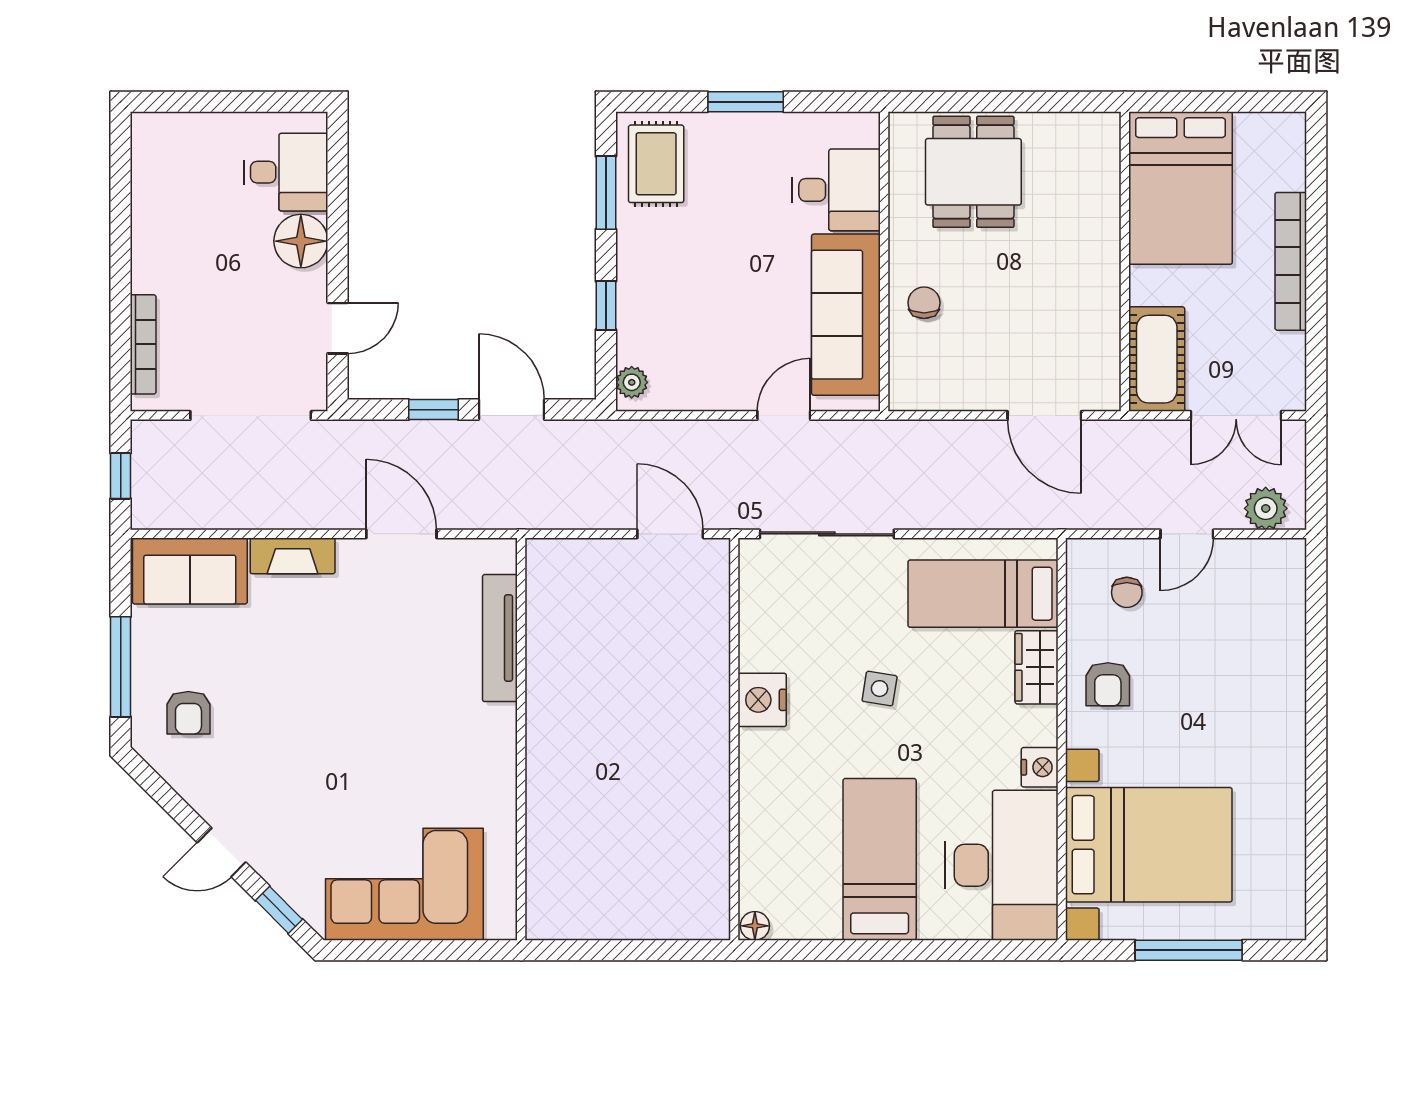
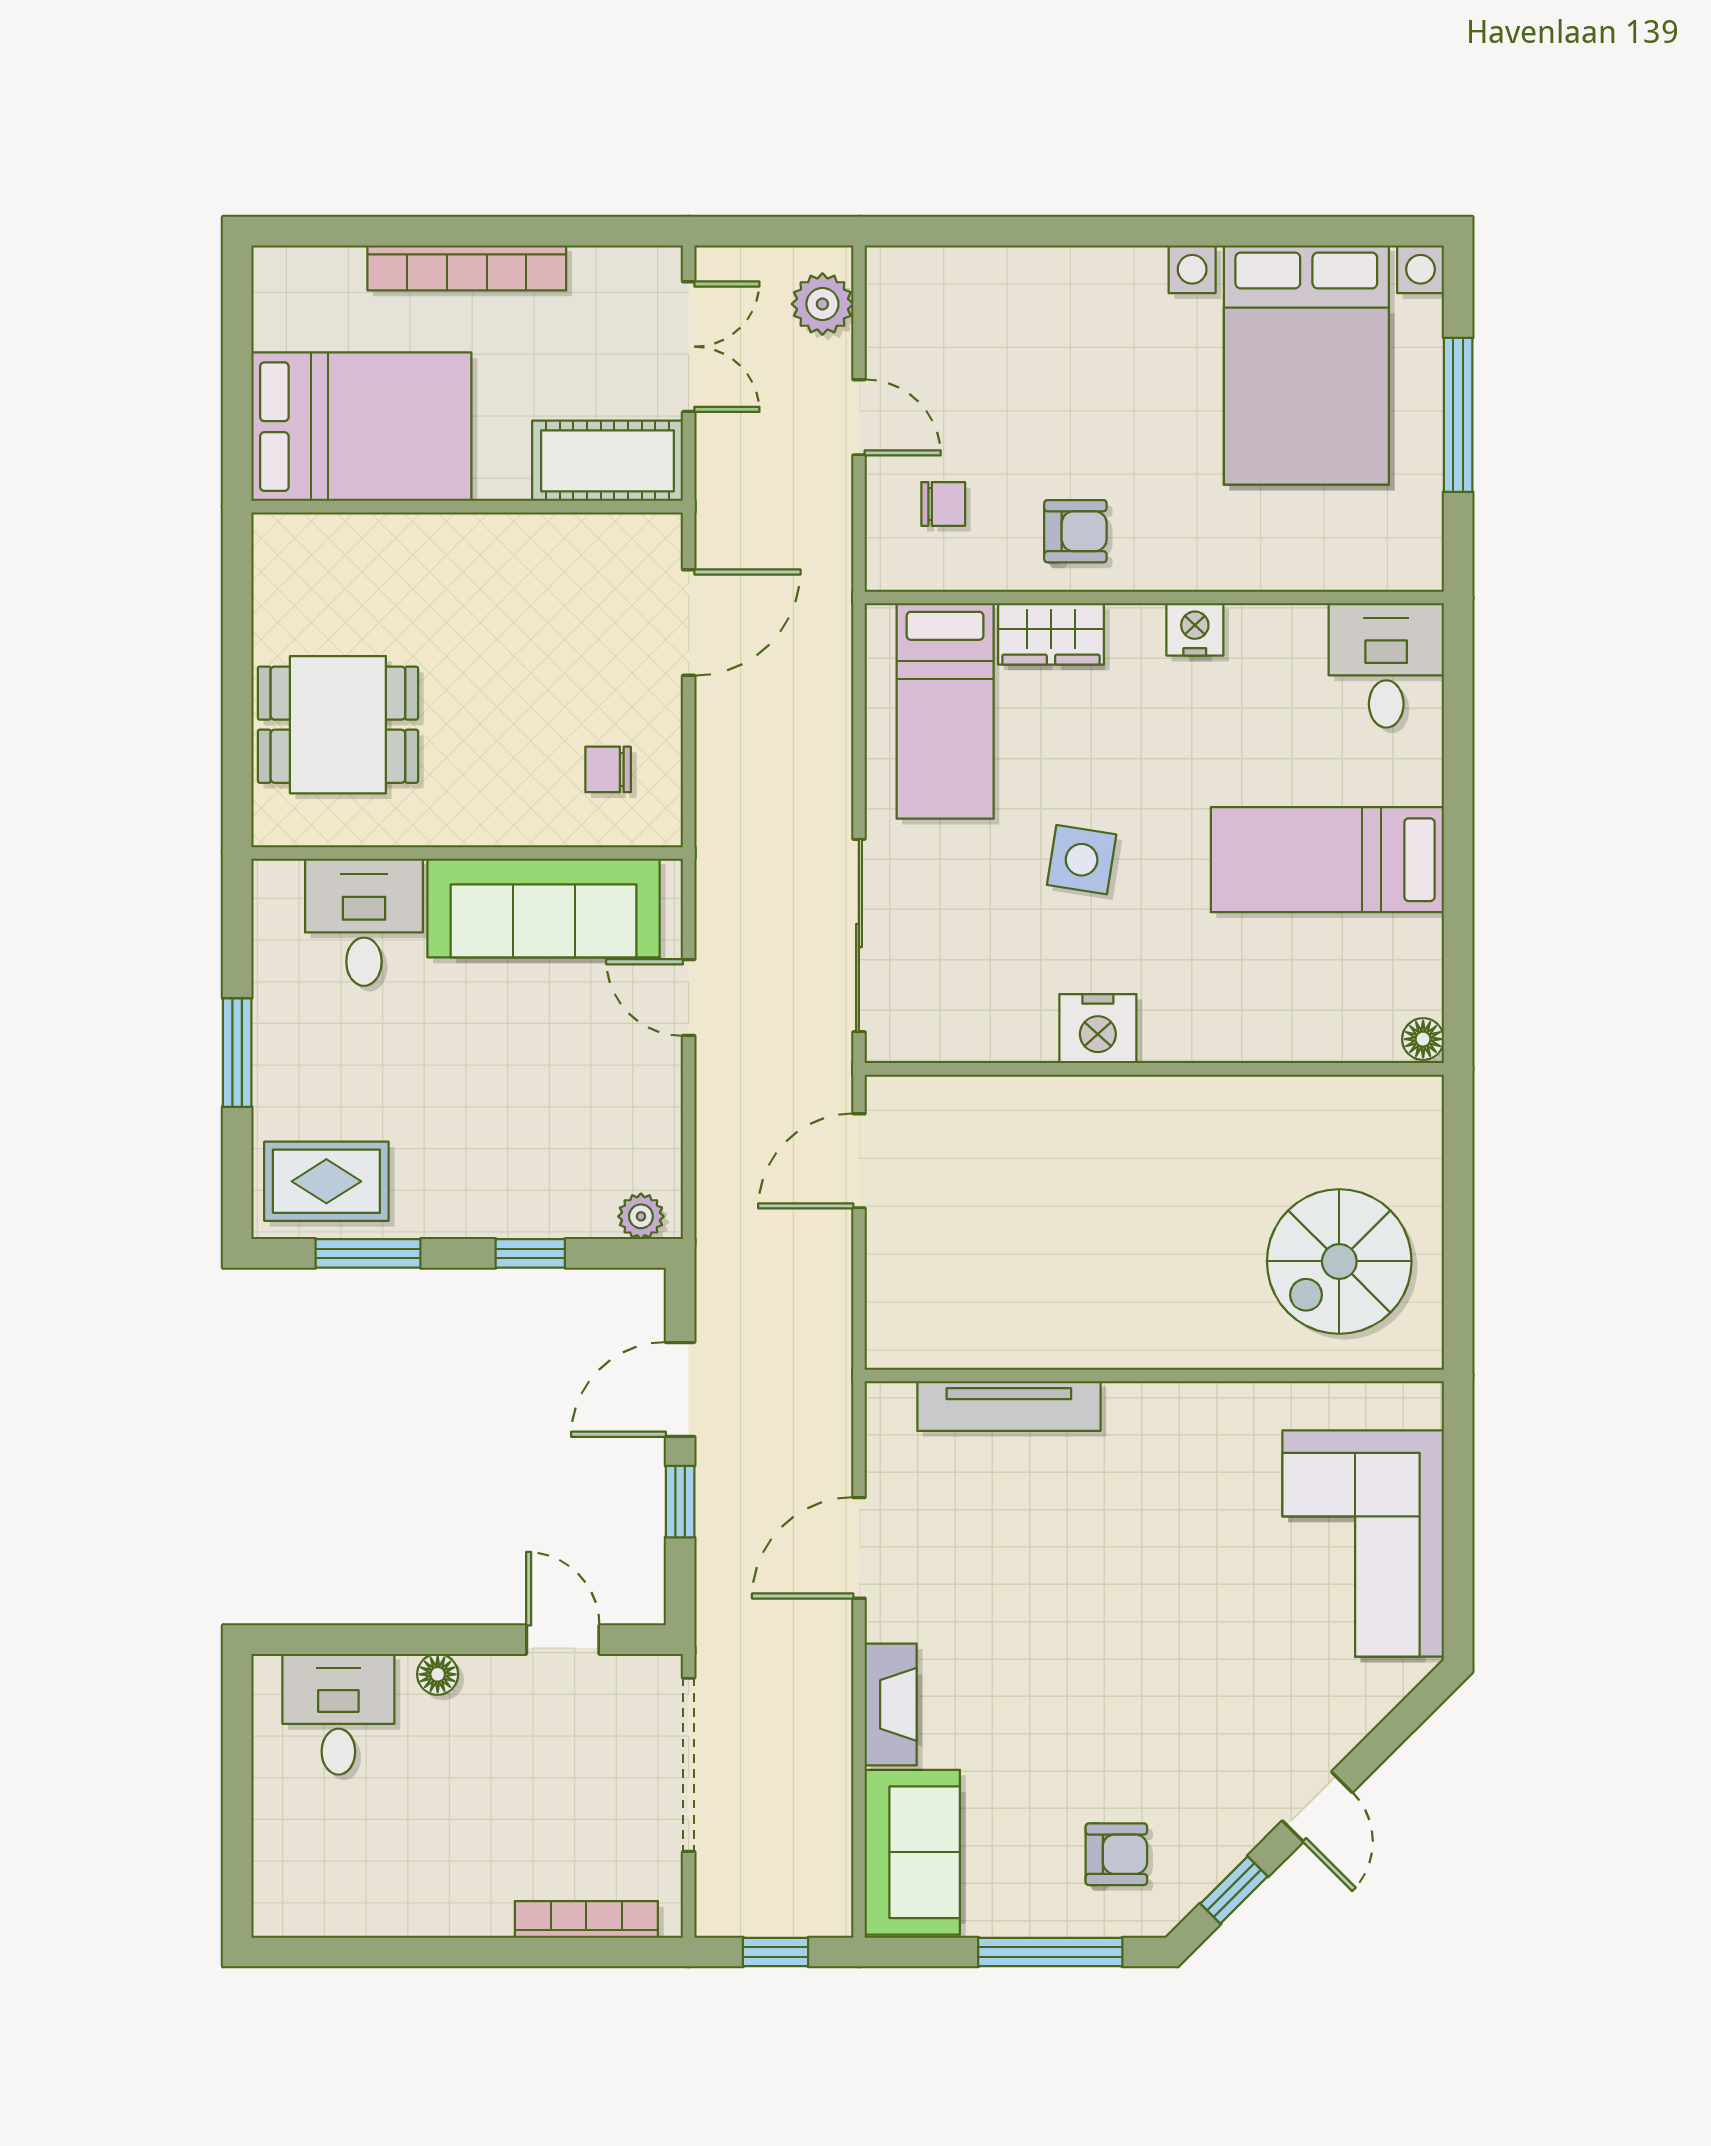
floor lamp: (301, 241) -> (438, 1674), width x0.53, depth x0.53
chair: (924, 303) -> (608, 769), moved
side table: (880, 689) -> (1082, 860), width x1.37, depth x1.37
bed with nightstands: (1149, 845) -> (1306, 365), moved, turned 180
desk: (1002, 865) -> (1386, 665), width x0.53, depth x0.77
spiral stairs: (600, 868) -> (1339, 1261), added
window: (279, 910) -> (1234, 1890), moved

